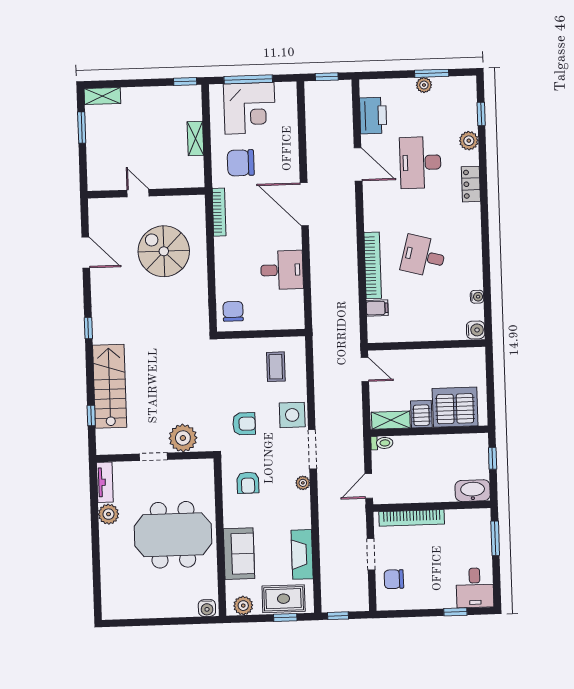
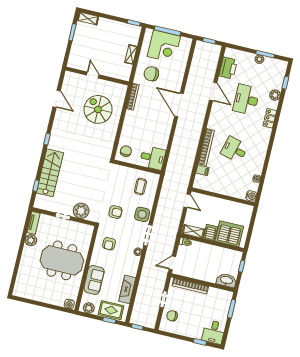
desk: (282, 270) -> (153, 158), moved

